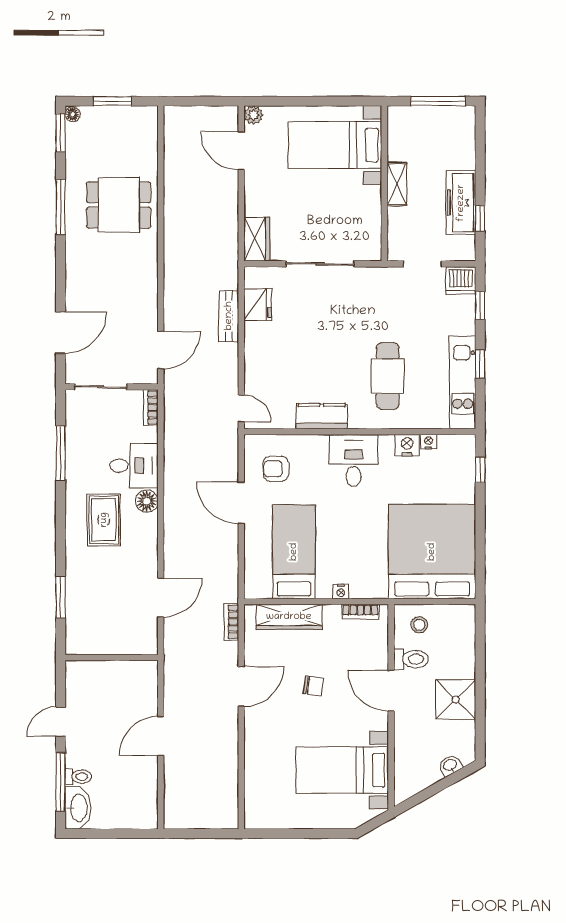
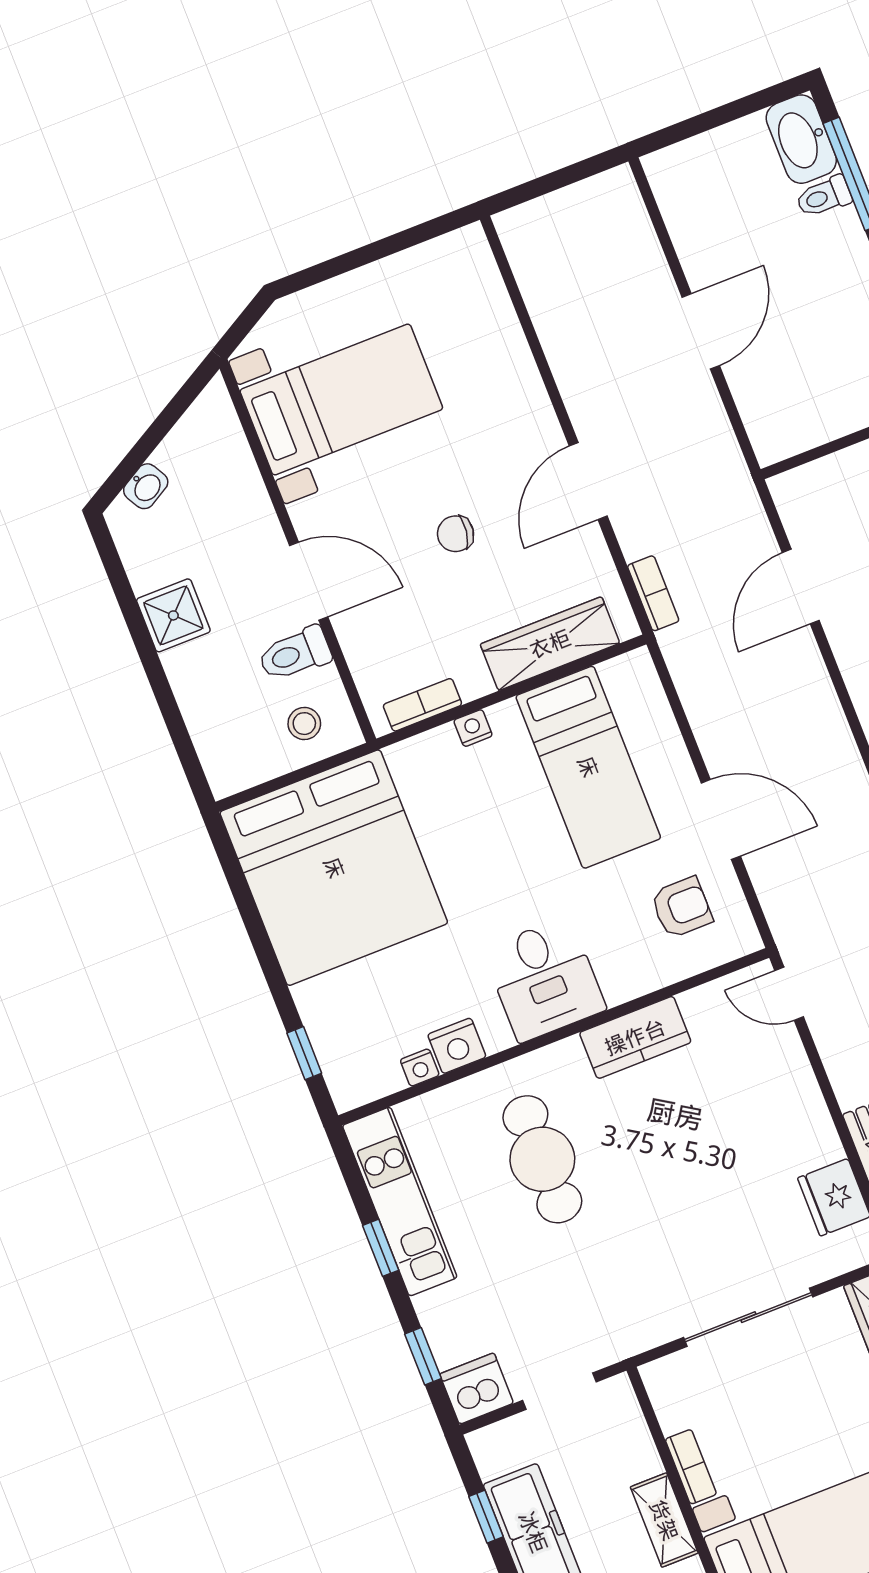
bookcase: (375, 204) -> (691, 1467), added
shower: (456, 700) -> (173, 615), width x0.73, depth x0.73

